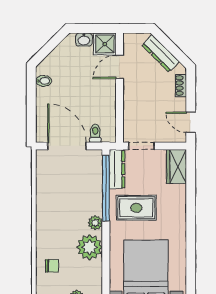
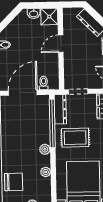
door: (120, 67) -> (61, 44), moved
door: (67, 146) -> (23, 93), hinge flipped
plant: (90, 247) -> (46, 172), width x0.53, depth x0.53
chair: (52, 266) -> (14, 182), width x1.87, depth x1.87

